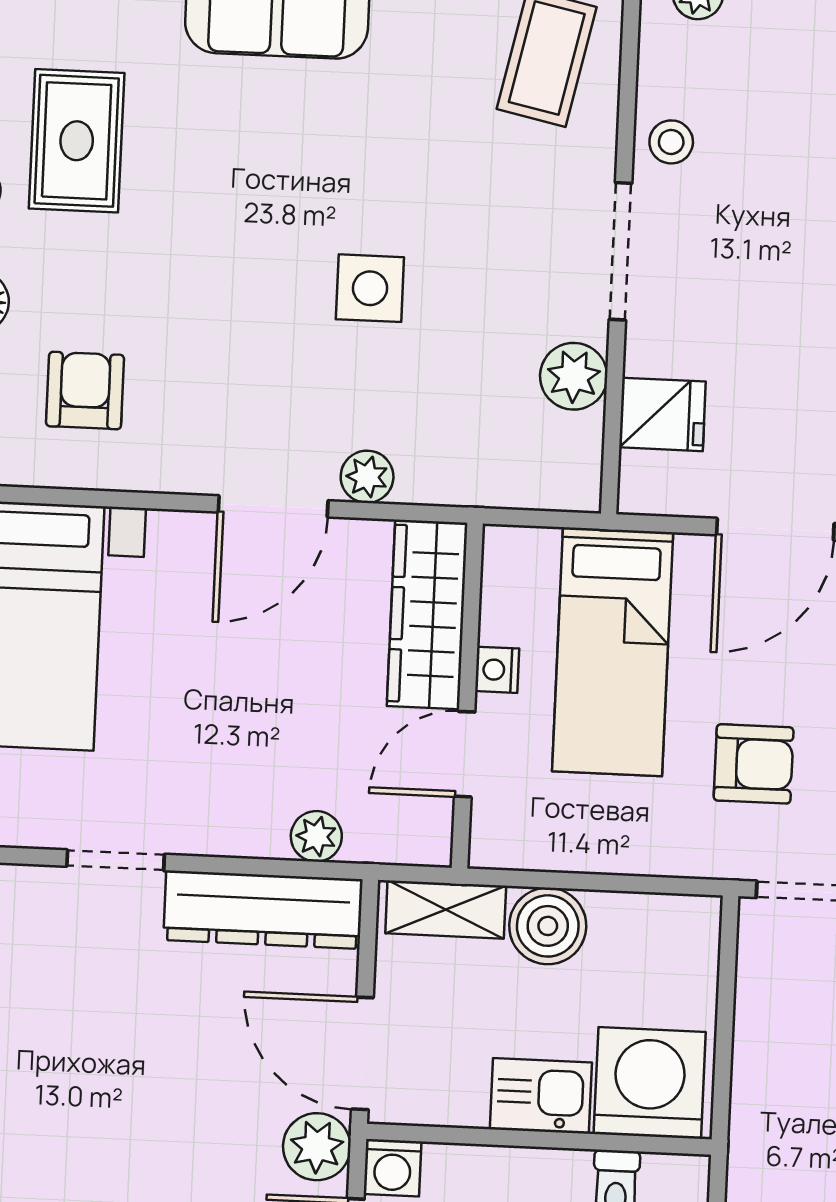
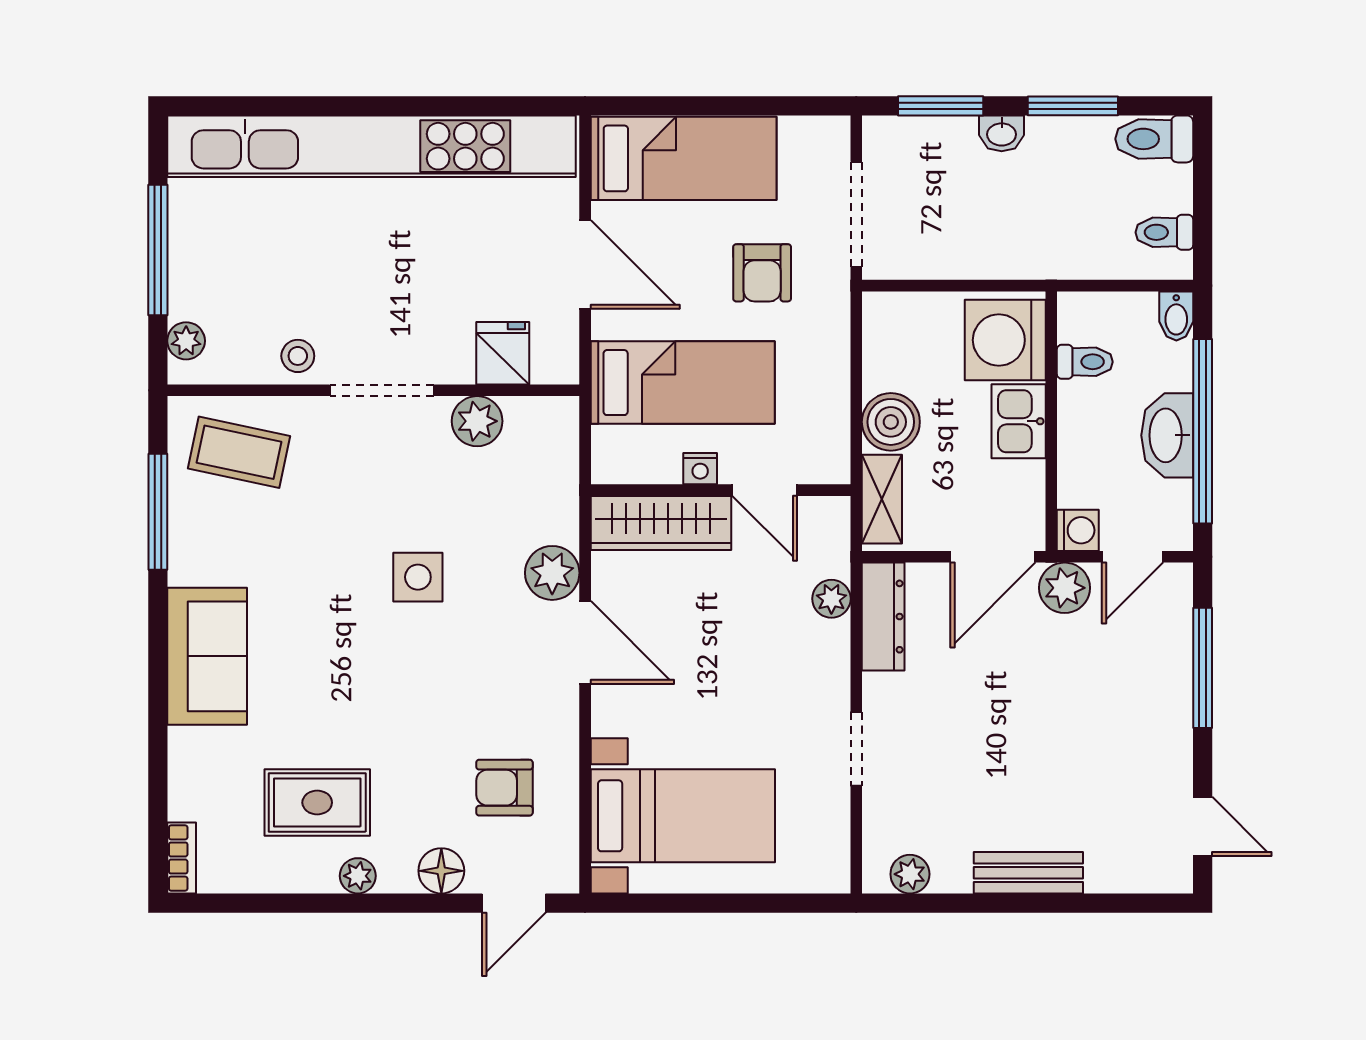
plant: (367, 477) -> (552, 573), width x1.38, depth x1.38
armchair: (754, 764) -> (762, 273), turned 180
dresser: (263, 910) -> (883, 617), width x0.73, depth x0.80

